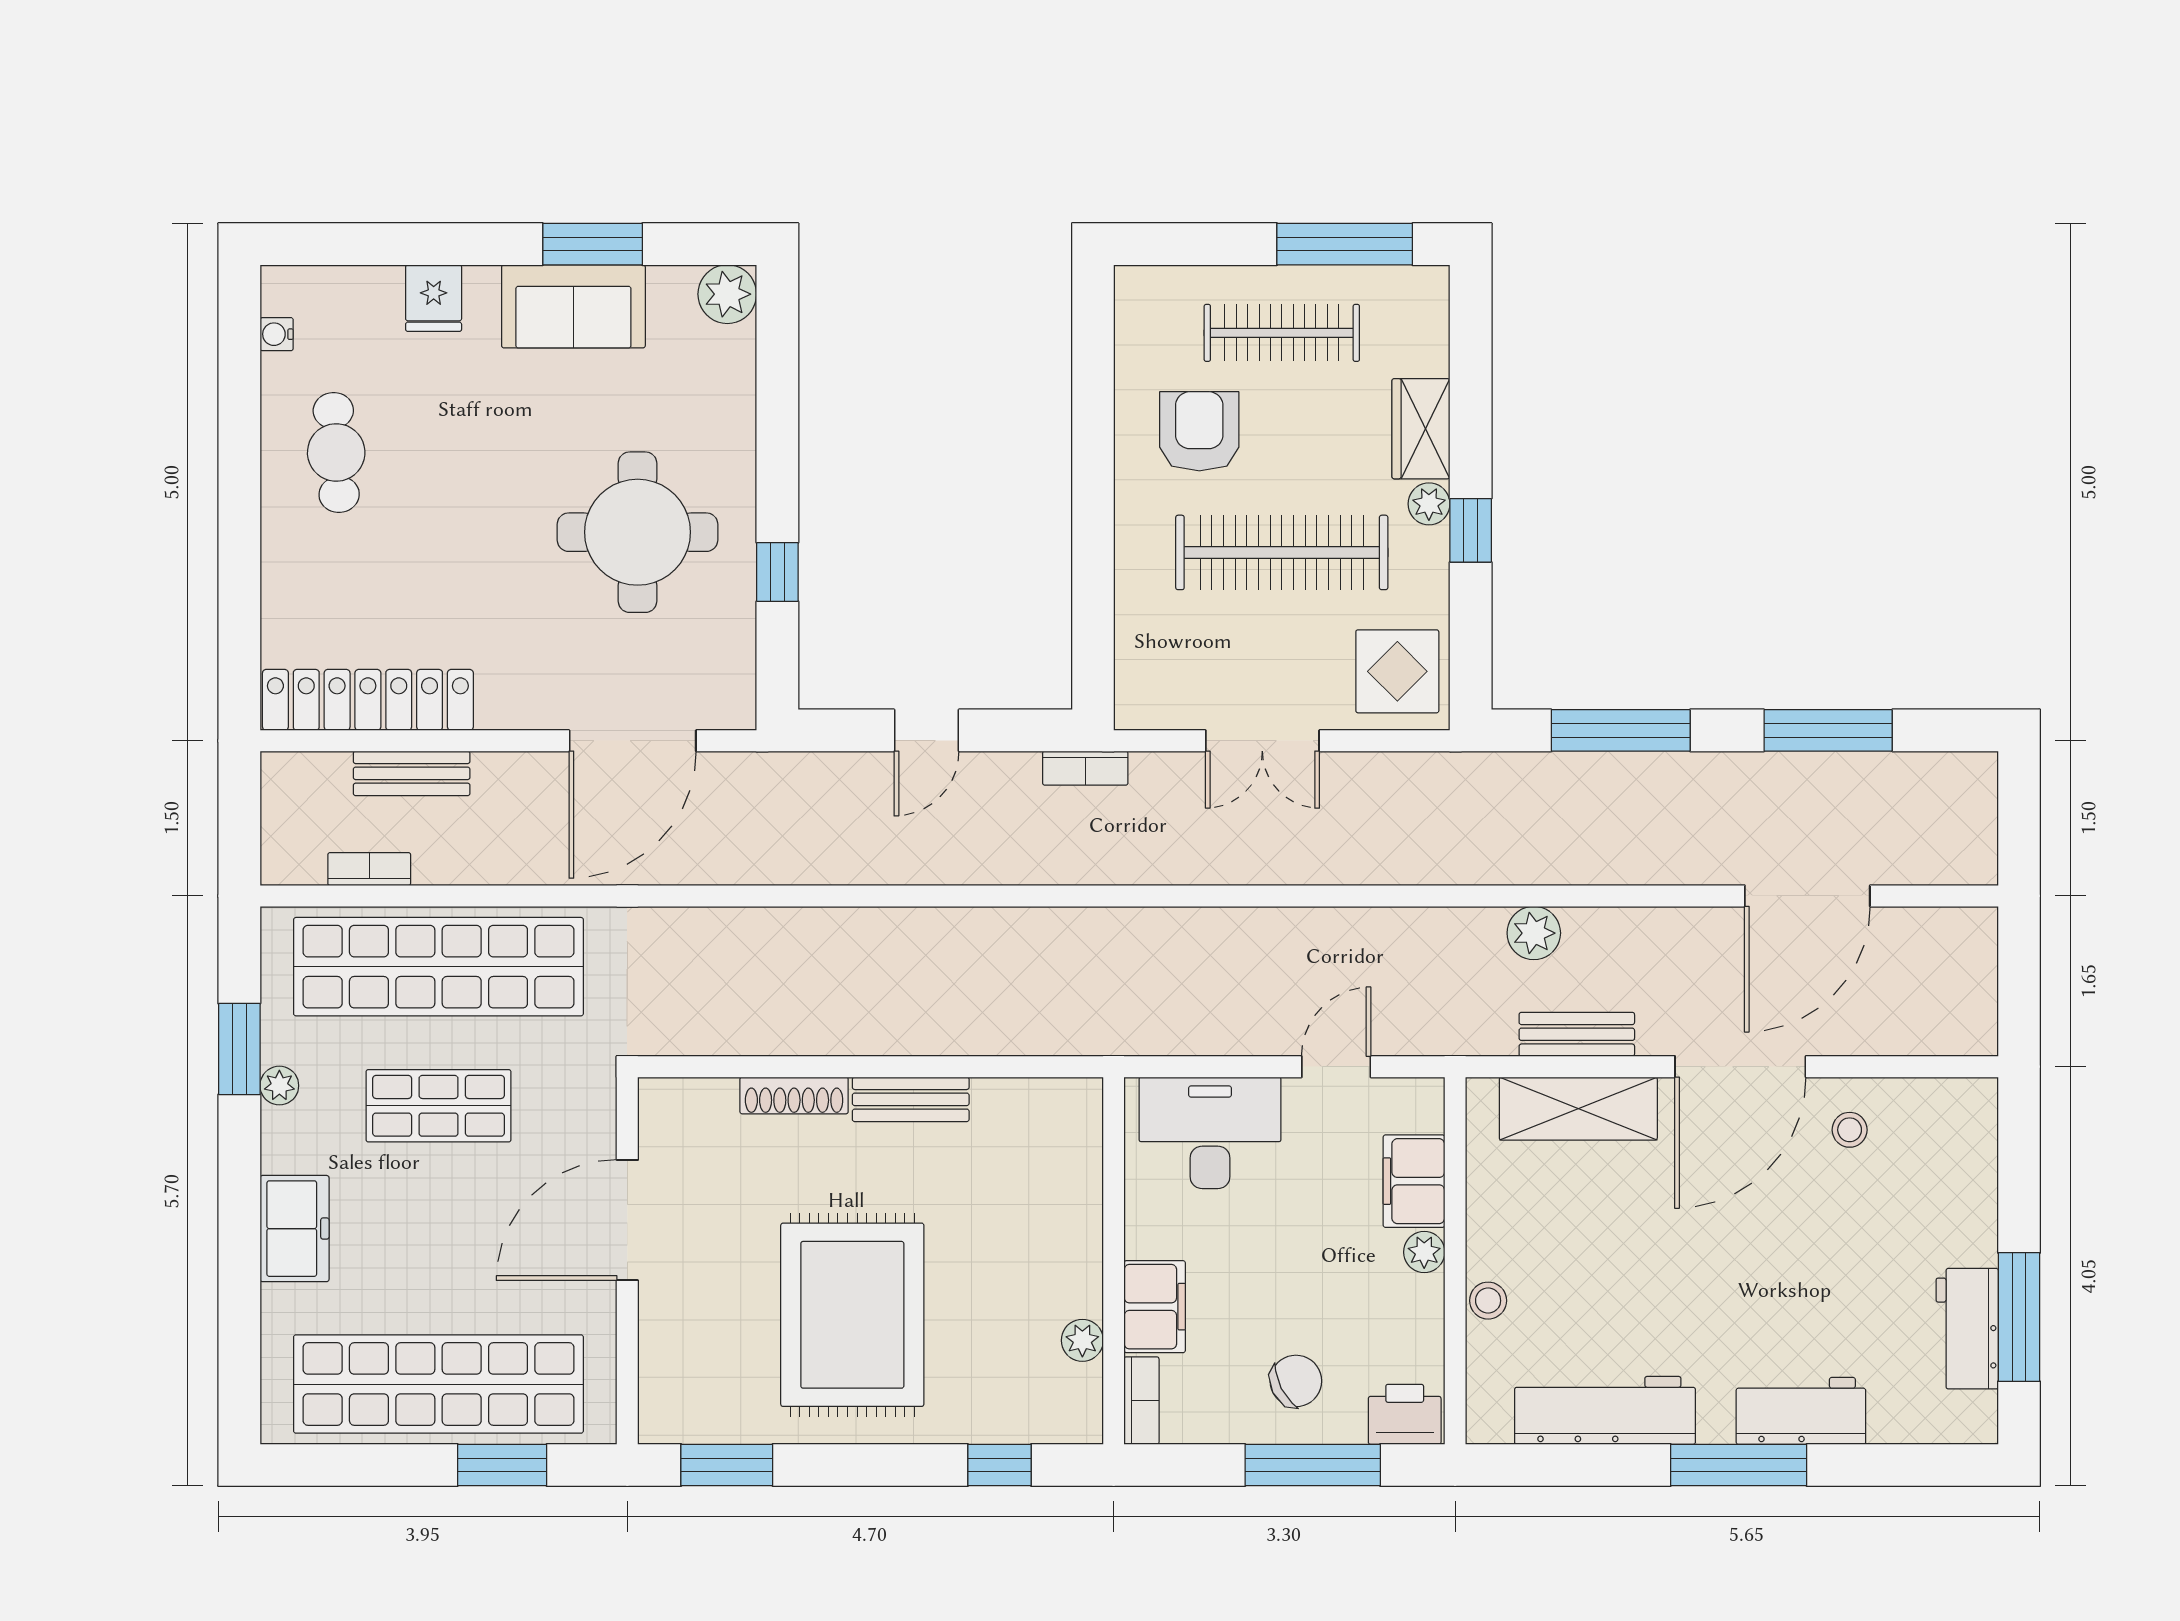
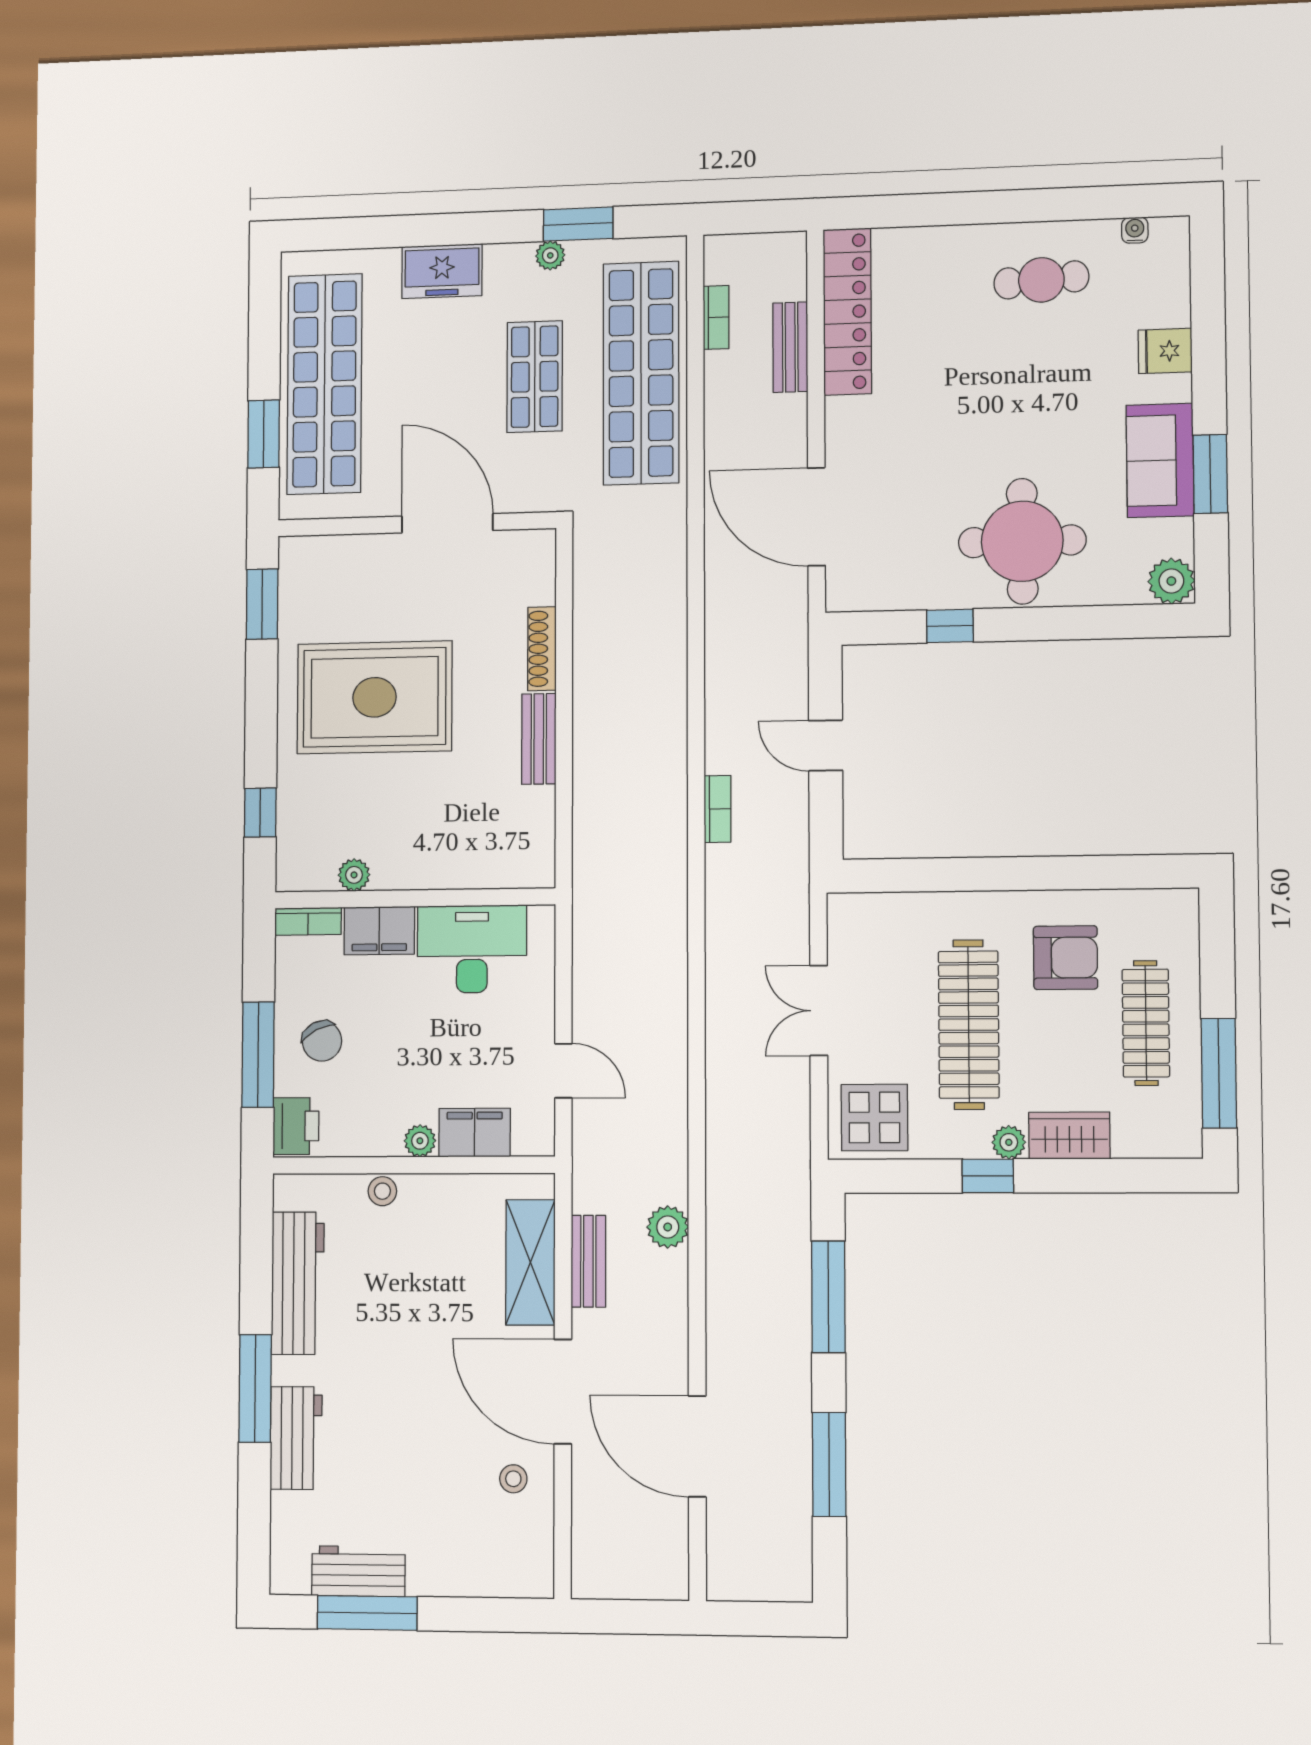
round table: (638, 532) -> (1022, 541), moved
bookcase: (1085, 768) -> (718, 809), moved, turned 180
desk: (1210, 1133) -> (472, 949), moved, turned -90

